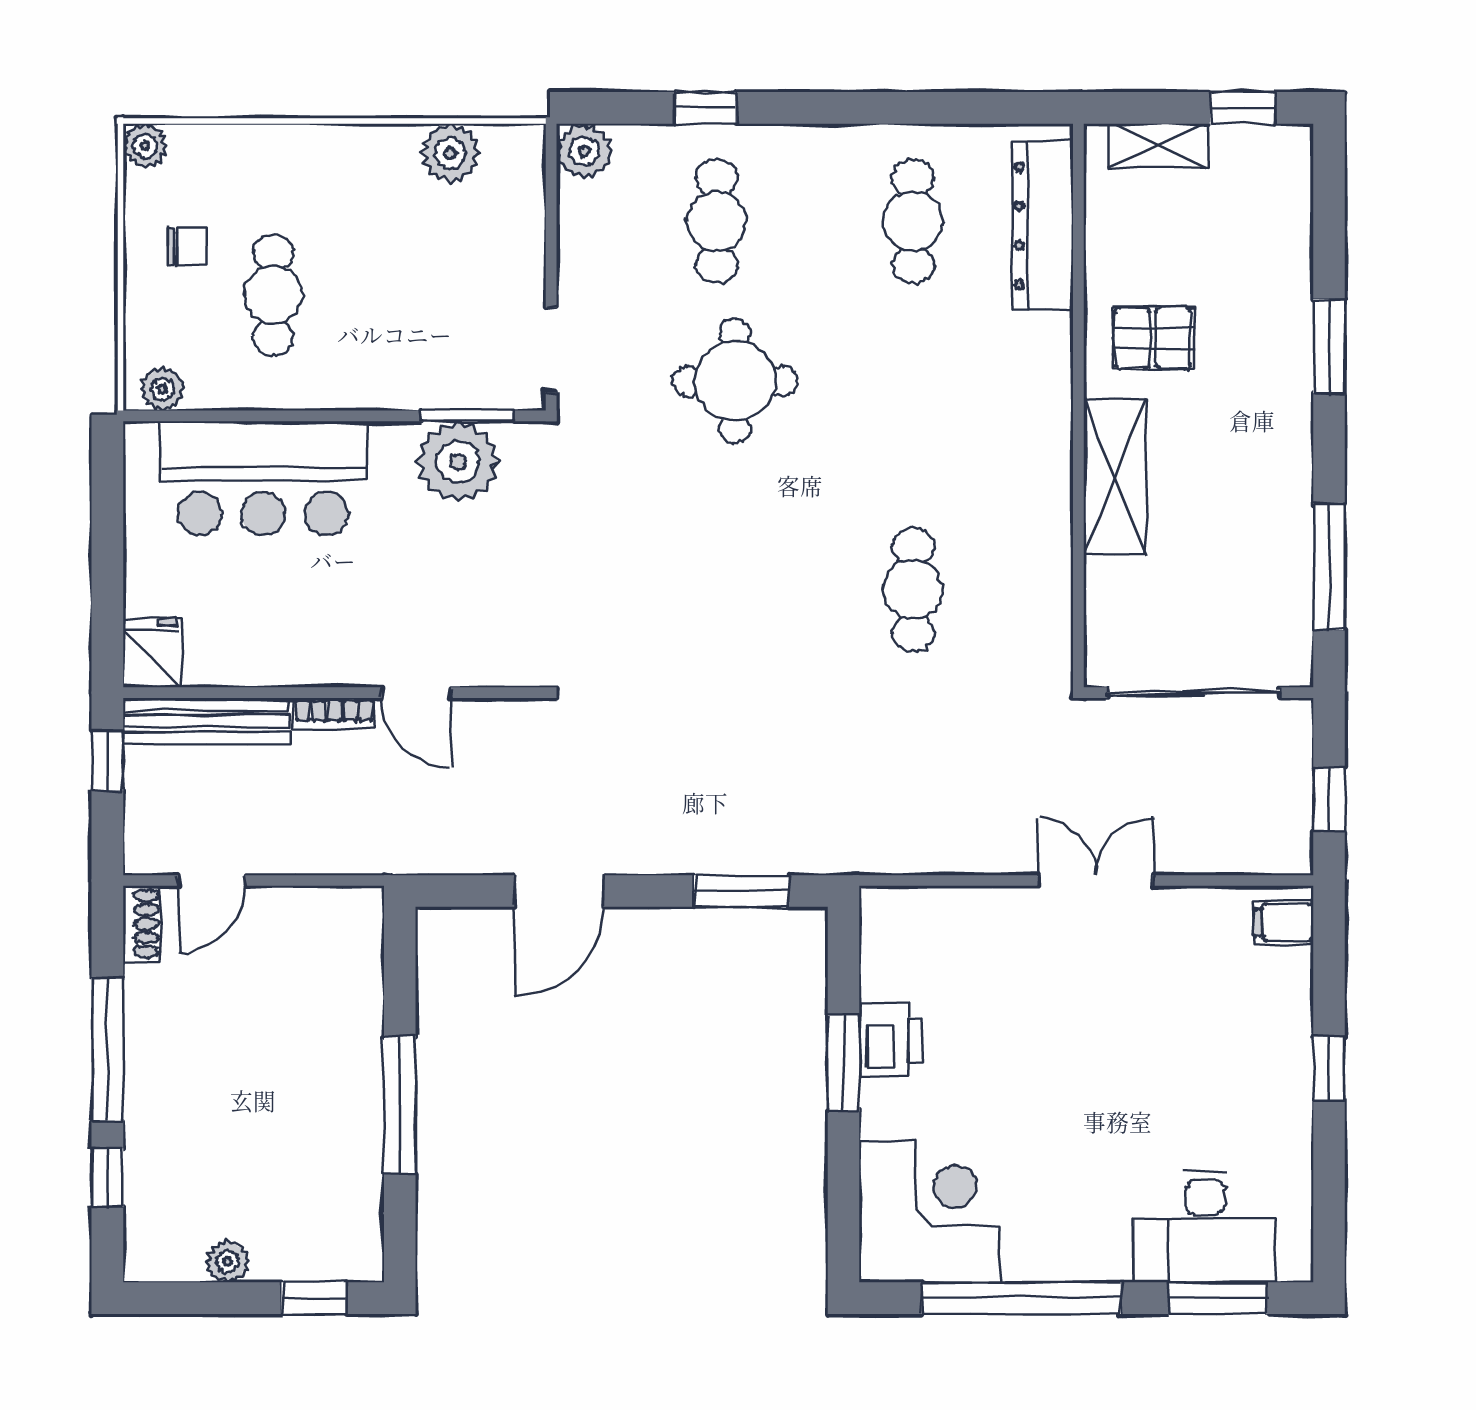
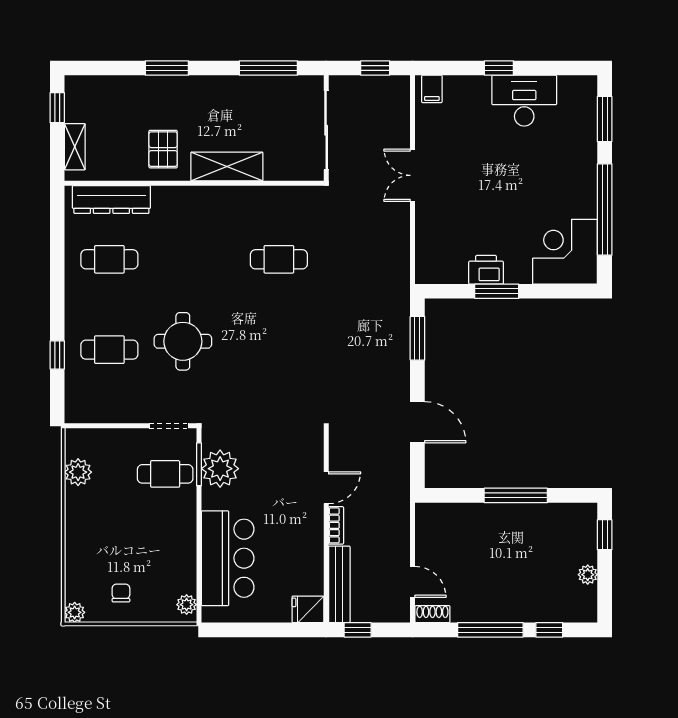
plant: (584, 151) -> (77, 411), removed
cafe table: (273, 295) -> (165, 474), moved
desk: (1205, 1227) -> (524, 101), moved, turned -90

